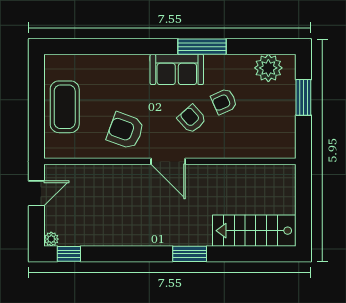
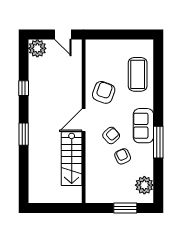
coffee table: (65, 107) -> (138, 74), moved, turned 90
stairs: (254, 231) -> (72, 159), moved, turned 180
plant: (51, 239) -> (37, 48), width x1.87, depth x1.87
window: (69, 254) -> (24, 88), moved

